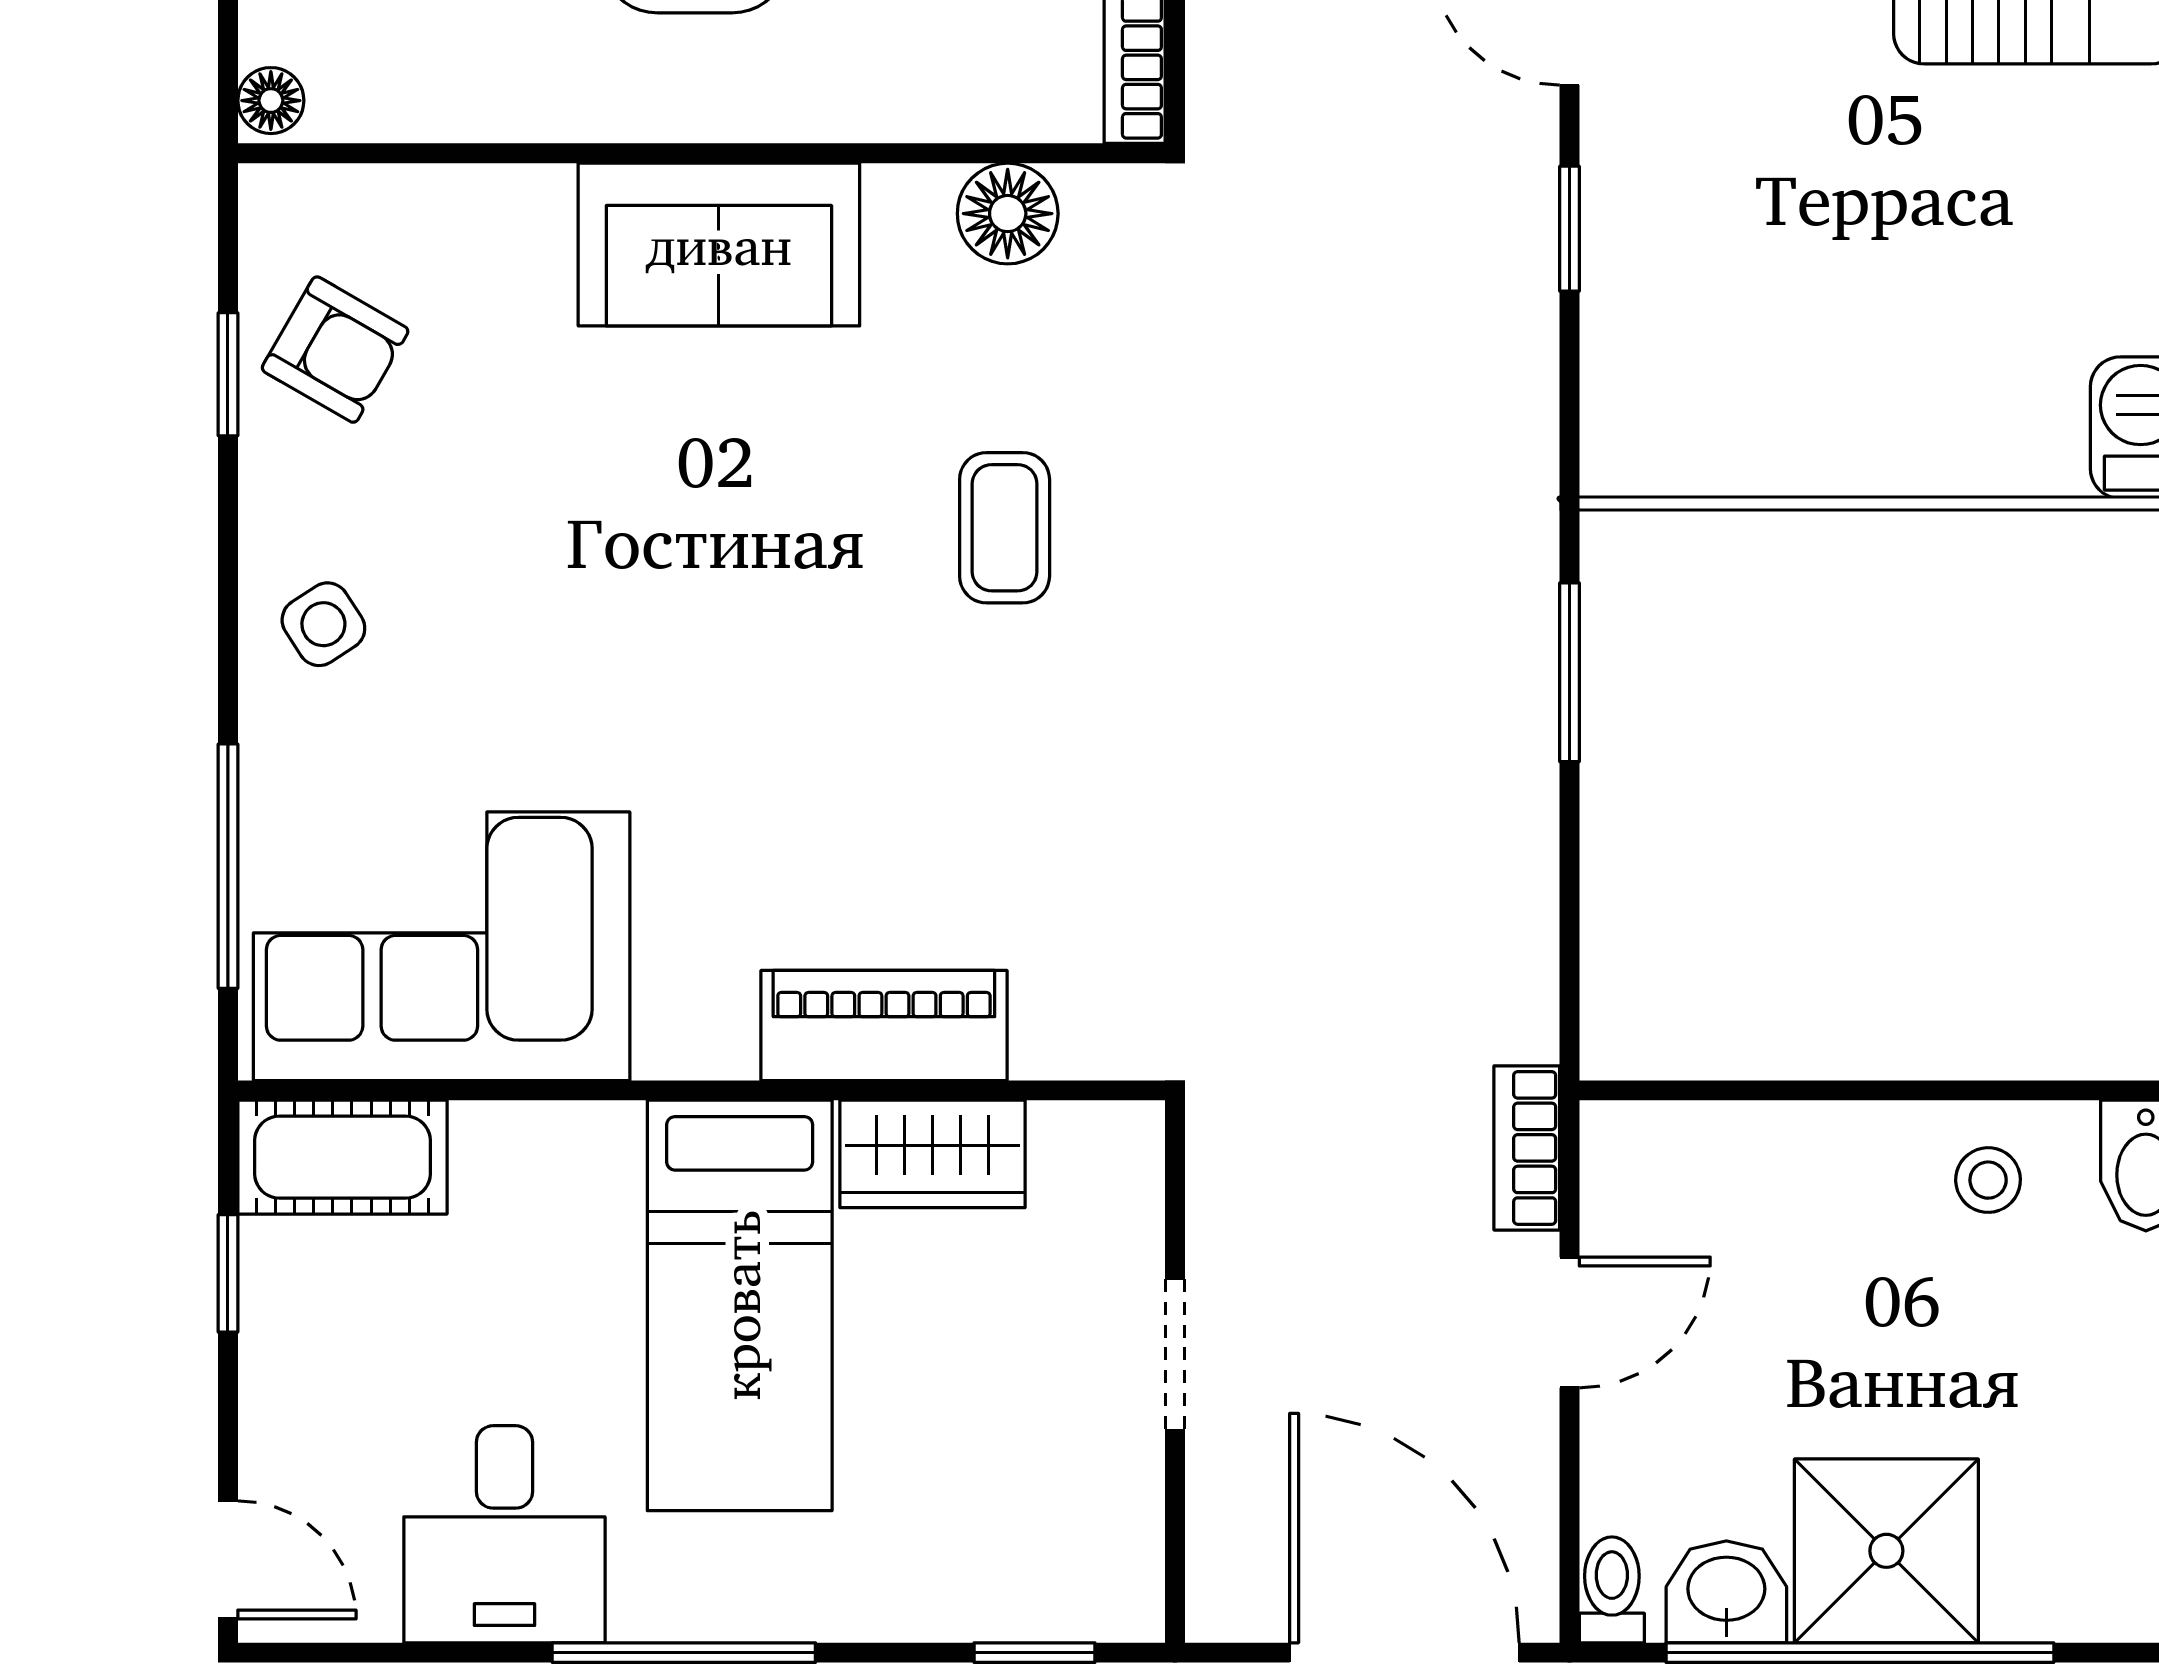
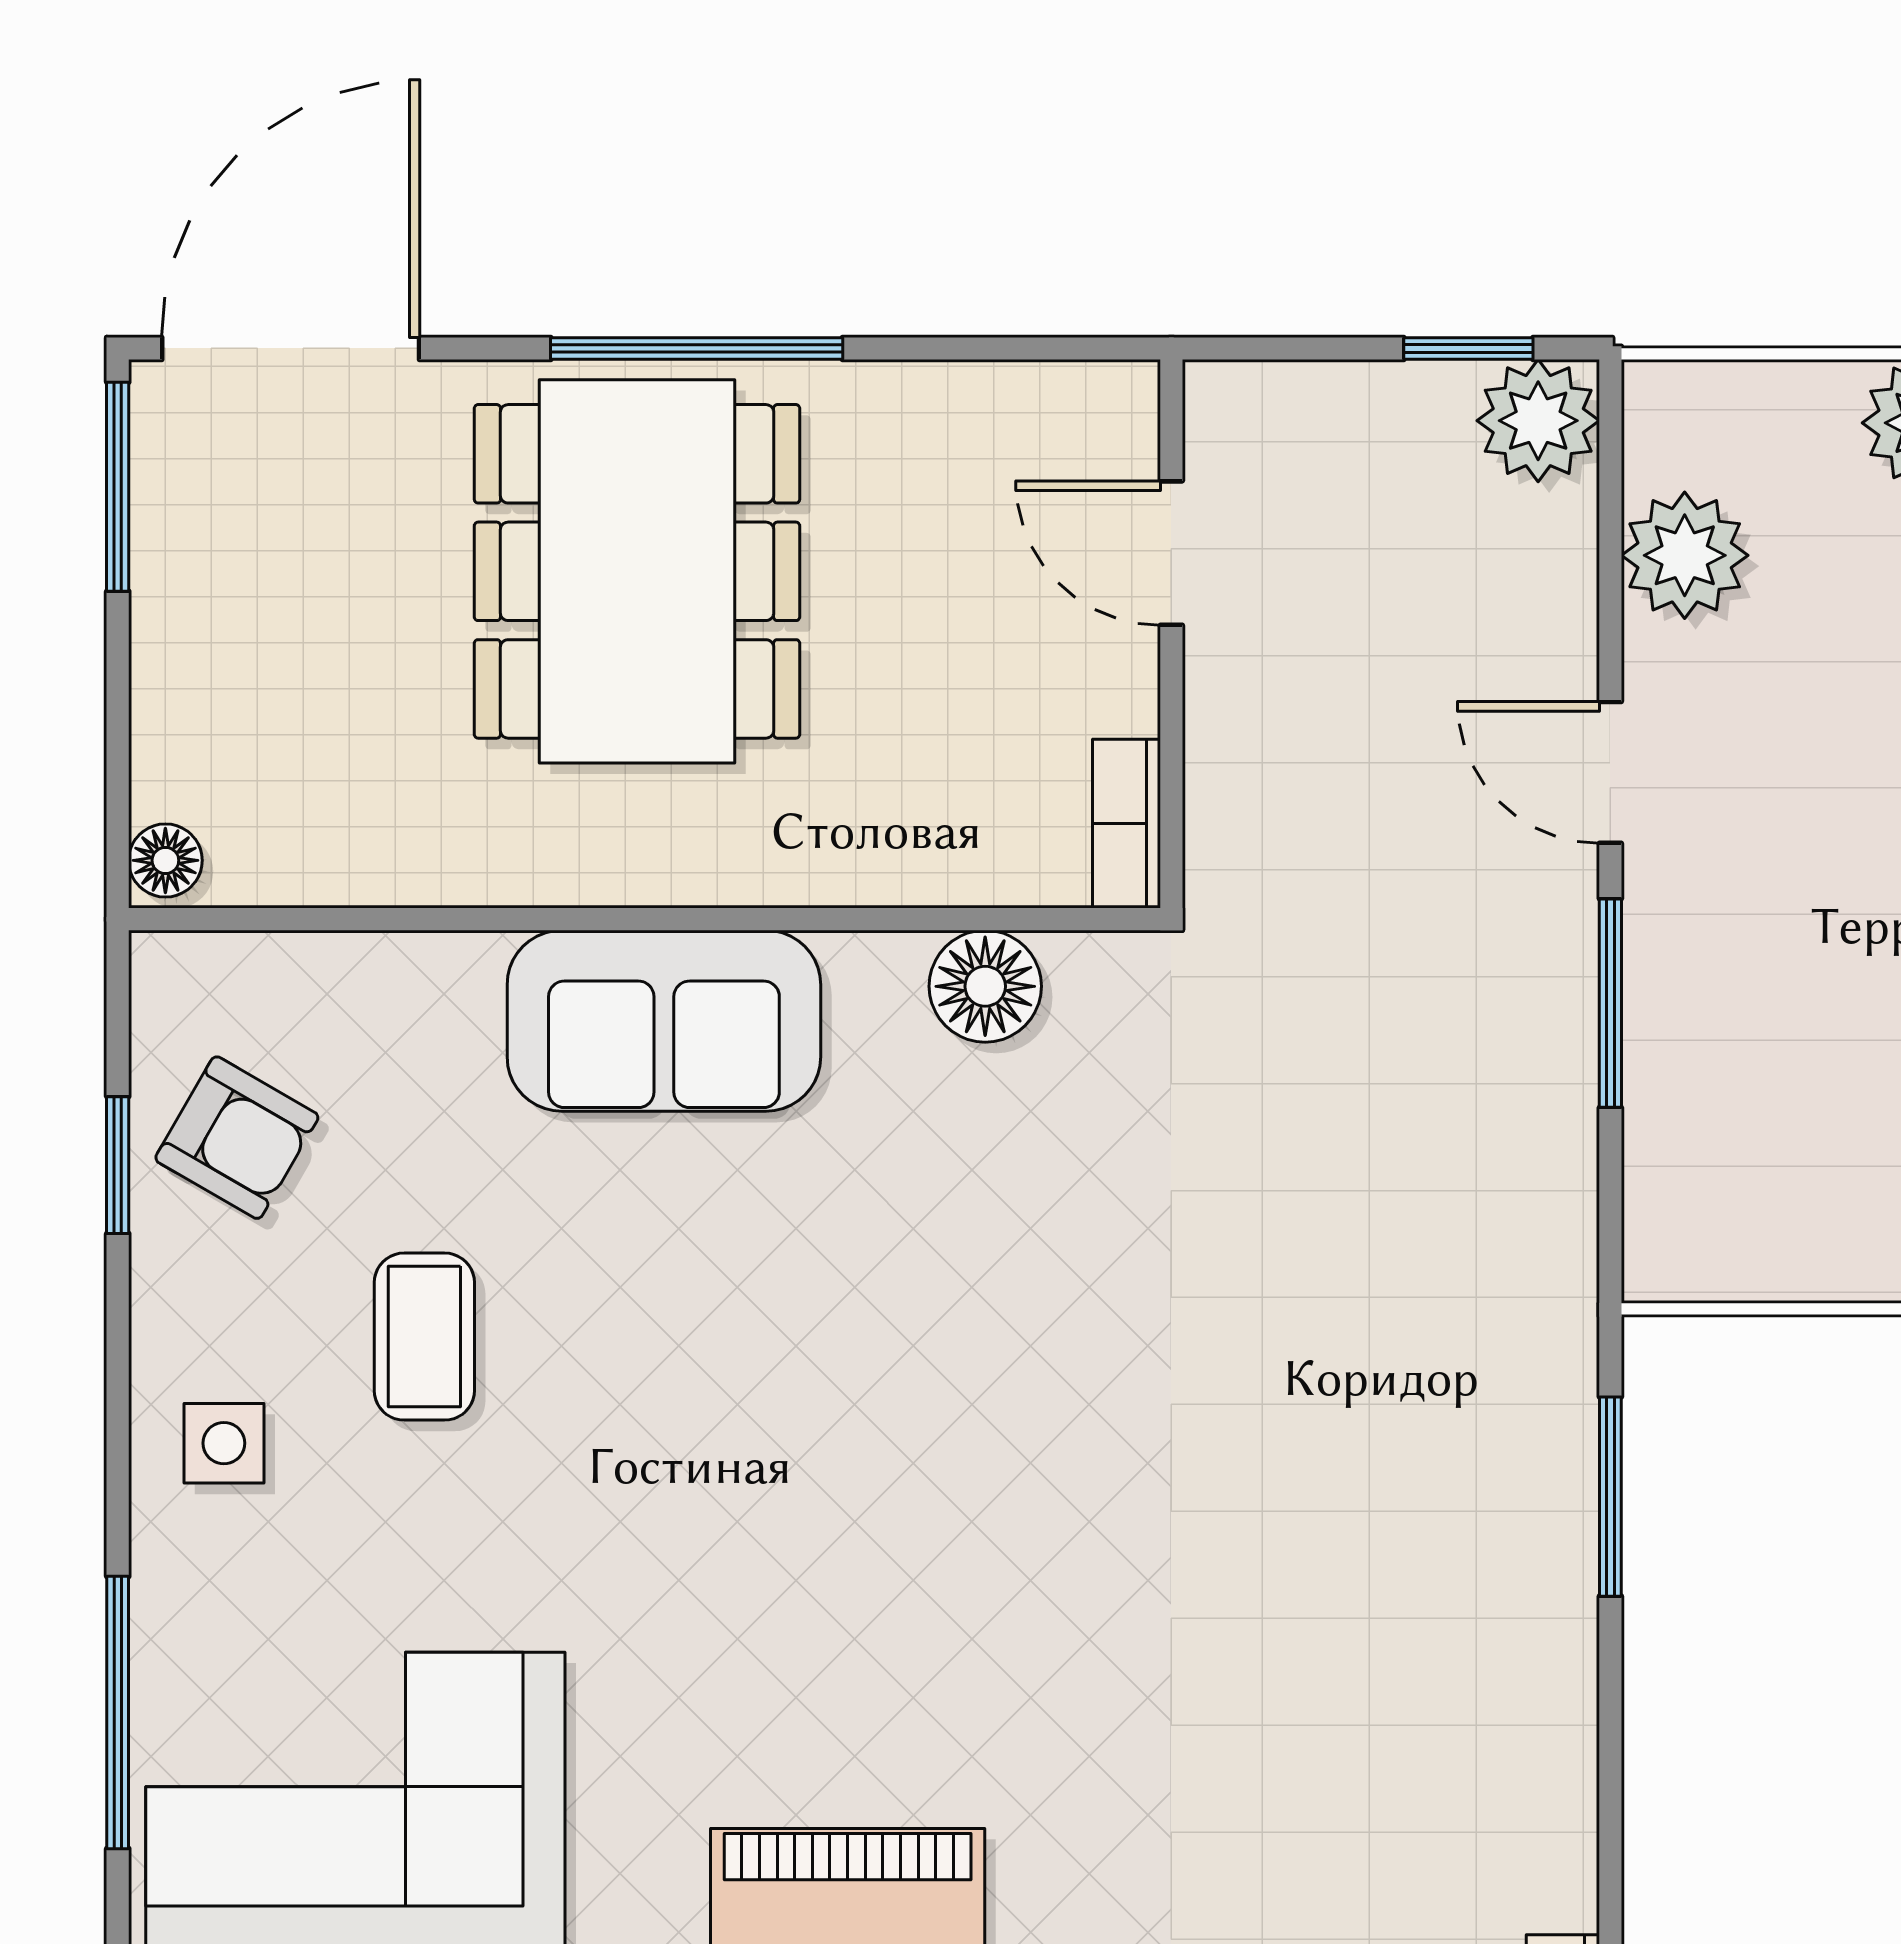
window: (1569, 229) -> (1610, 1003), width x1.50
coffee table: (1005, 528) -> (424, 1337), moved
side table: (323, 624) -> (224, 1443), turned 33

